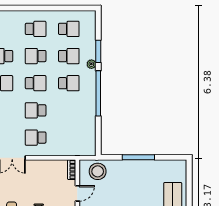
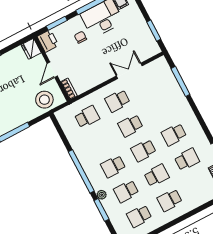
school desk: (36, 110) -> (130, 126), turned 180
school desk: (36, 138) -> (117, 101), turned 180
school desk: (69, 138) -> (87, 117), added

